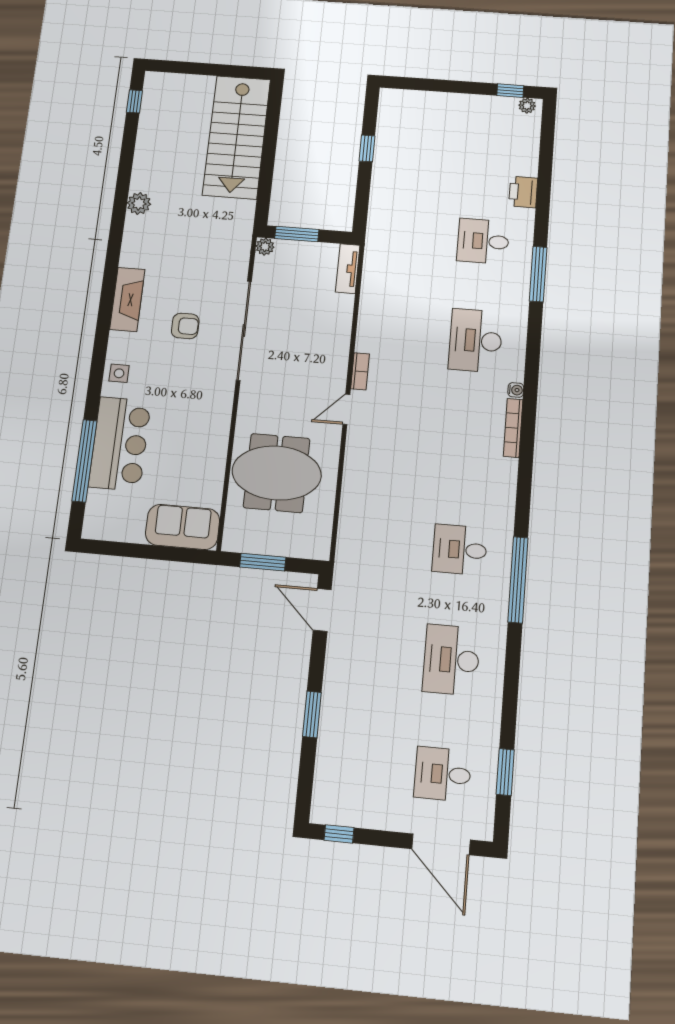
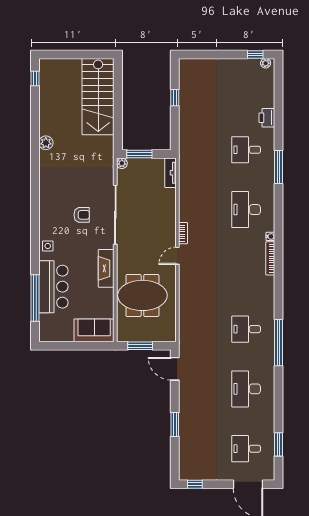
fireplace: (127, 299) -> (106, 268), moved, turned 180

